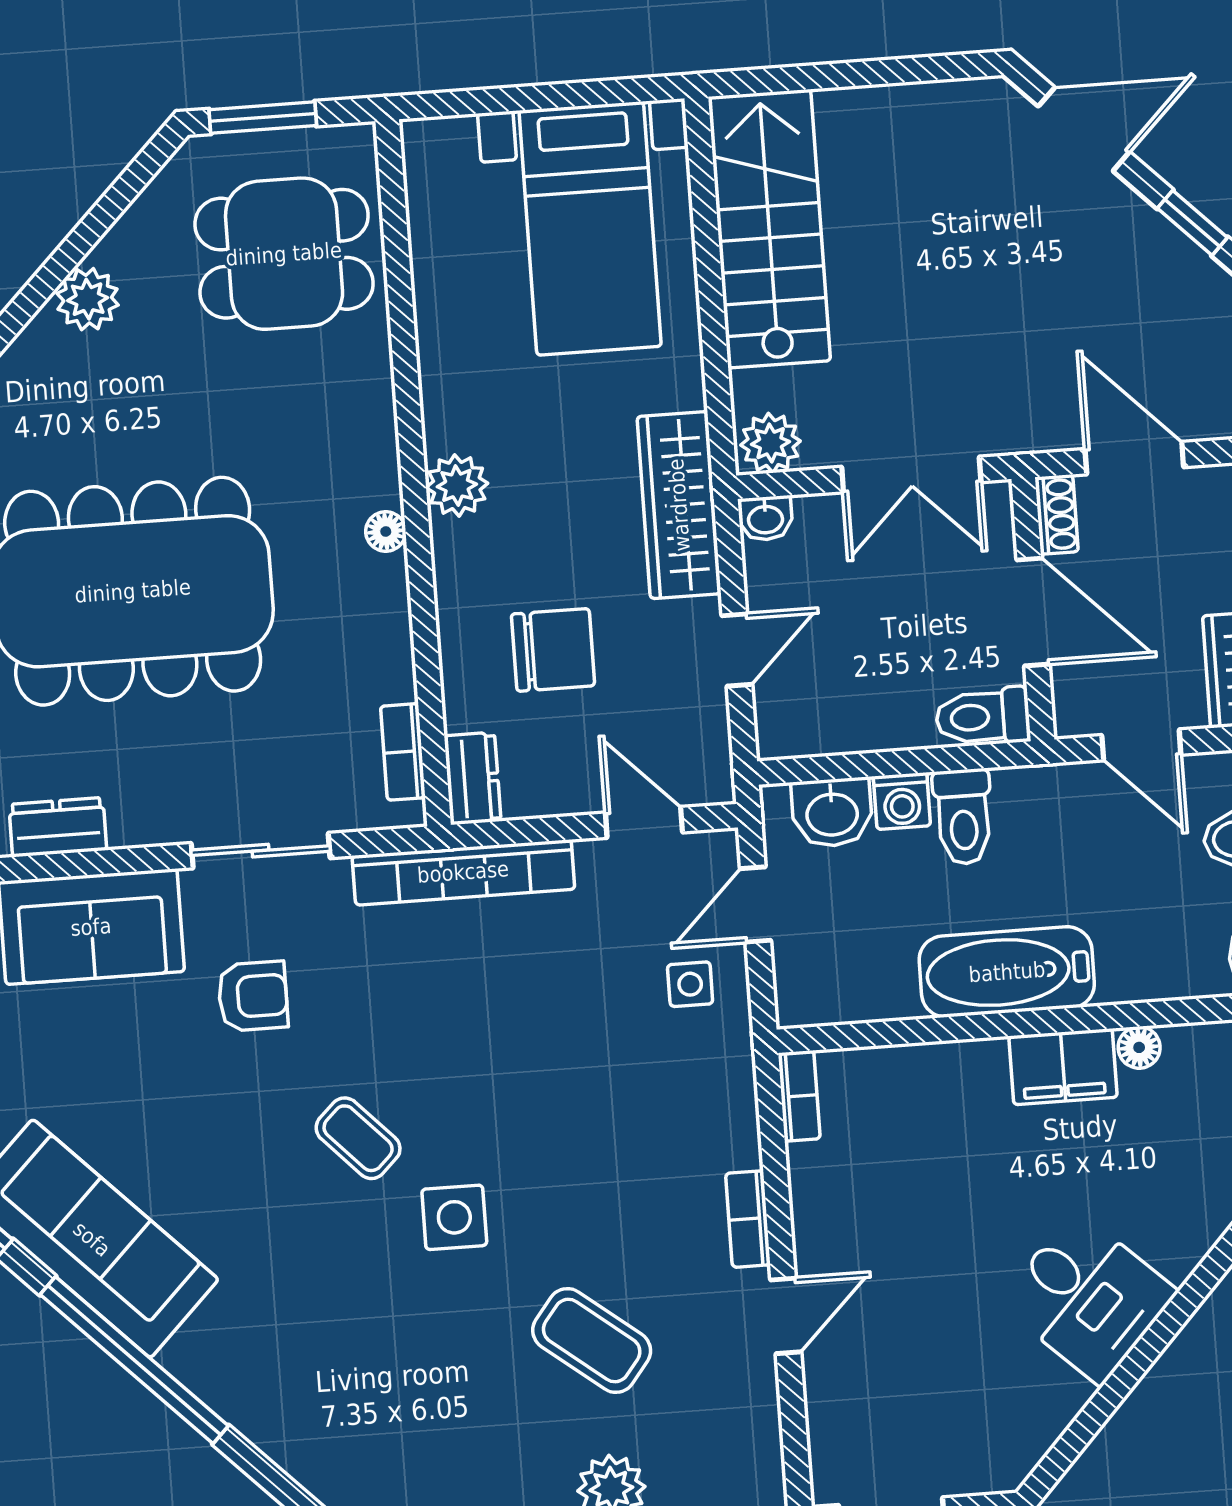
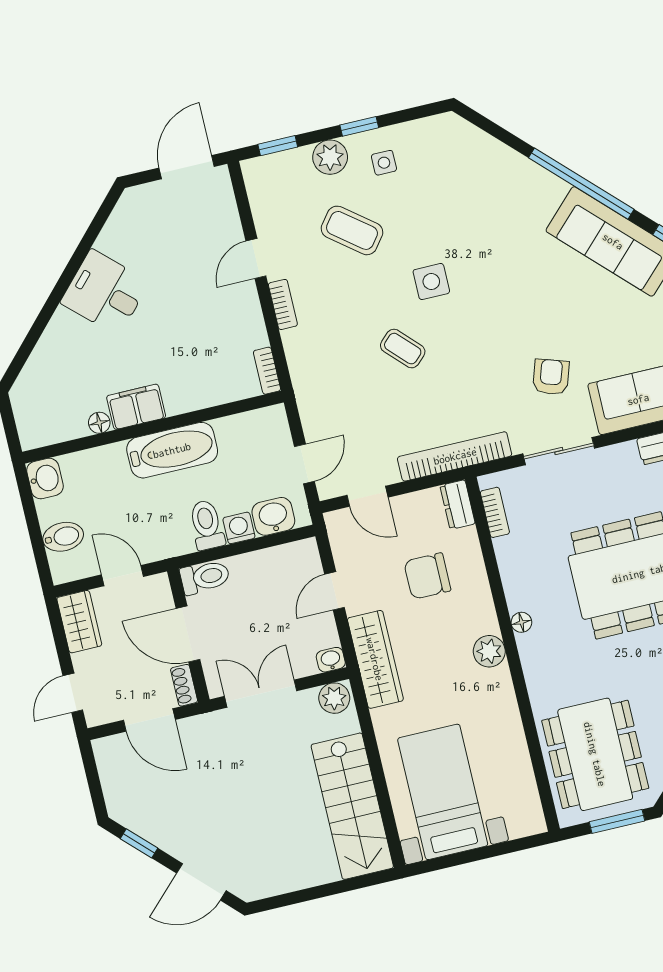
dining table: (284, 254) -> (595, 754), width x1.38
side table: (690, 984) -> (384, 163), moved
armchair: (253, 996) -> (551, 377), turned 108
coffee table: (358, 1138) -> (403, 349), moved

